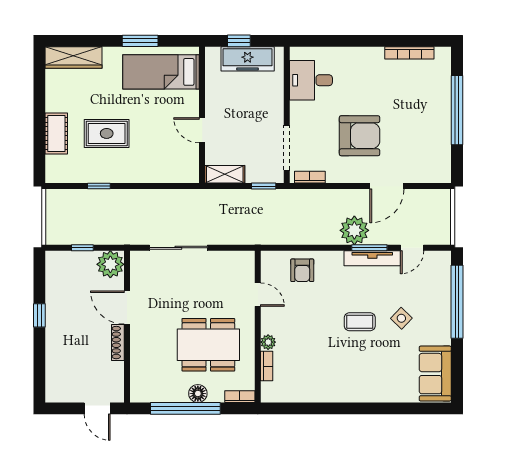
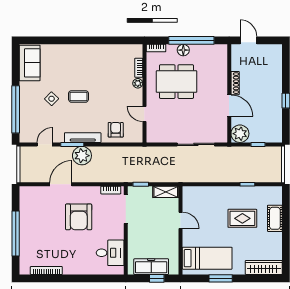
armchair: (360, 136) -> (79, 217), turned -90
tv unit: (372, 258) -> (83, 138), moved

